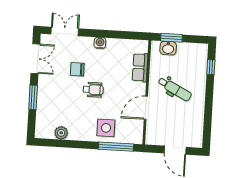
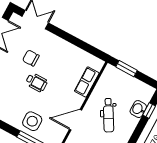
water cooler: (100, 43) -> (62, 44), removed
washbasin: (168, 48) -> (138, 109), moved, turned 90
dental chair: (175, 89) -> (108, 115), turned 33

